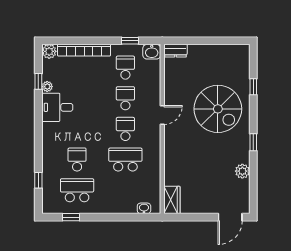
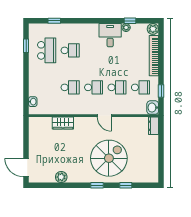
spiral stairs: (218, 109) -> (109, 158), turned 180
window: (253, 142) -> (97, 185), moved
school desk: (125, 160) -> (70, 87), width x0.54
wardrobe: (172, 200) -> (63, 123), moved

